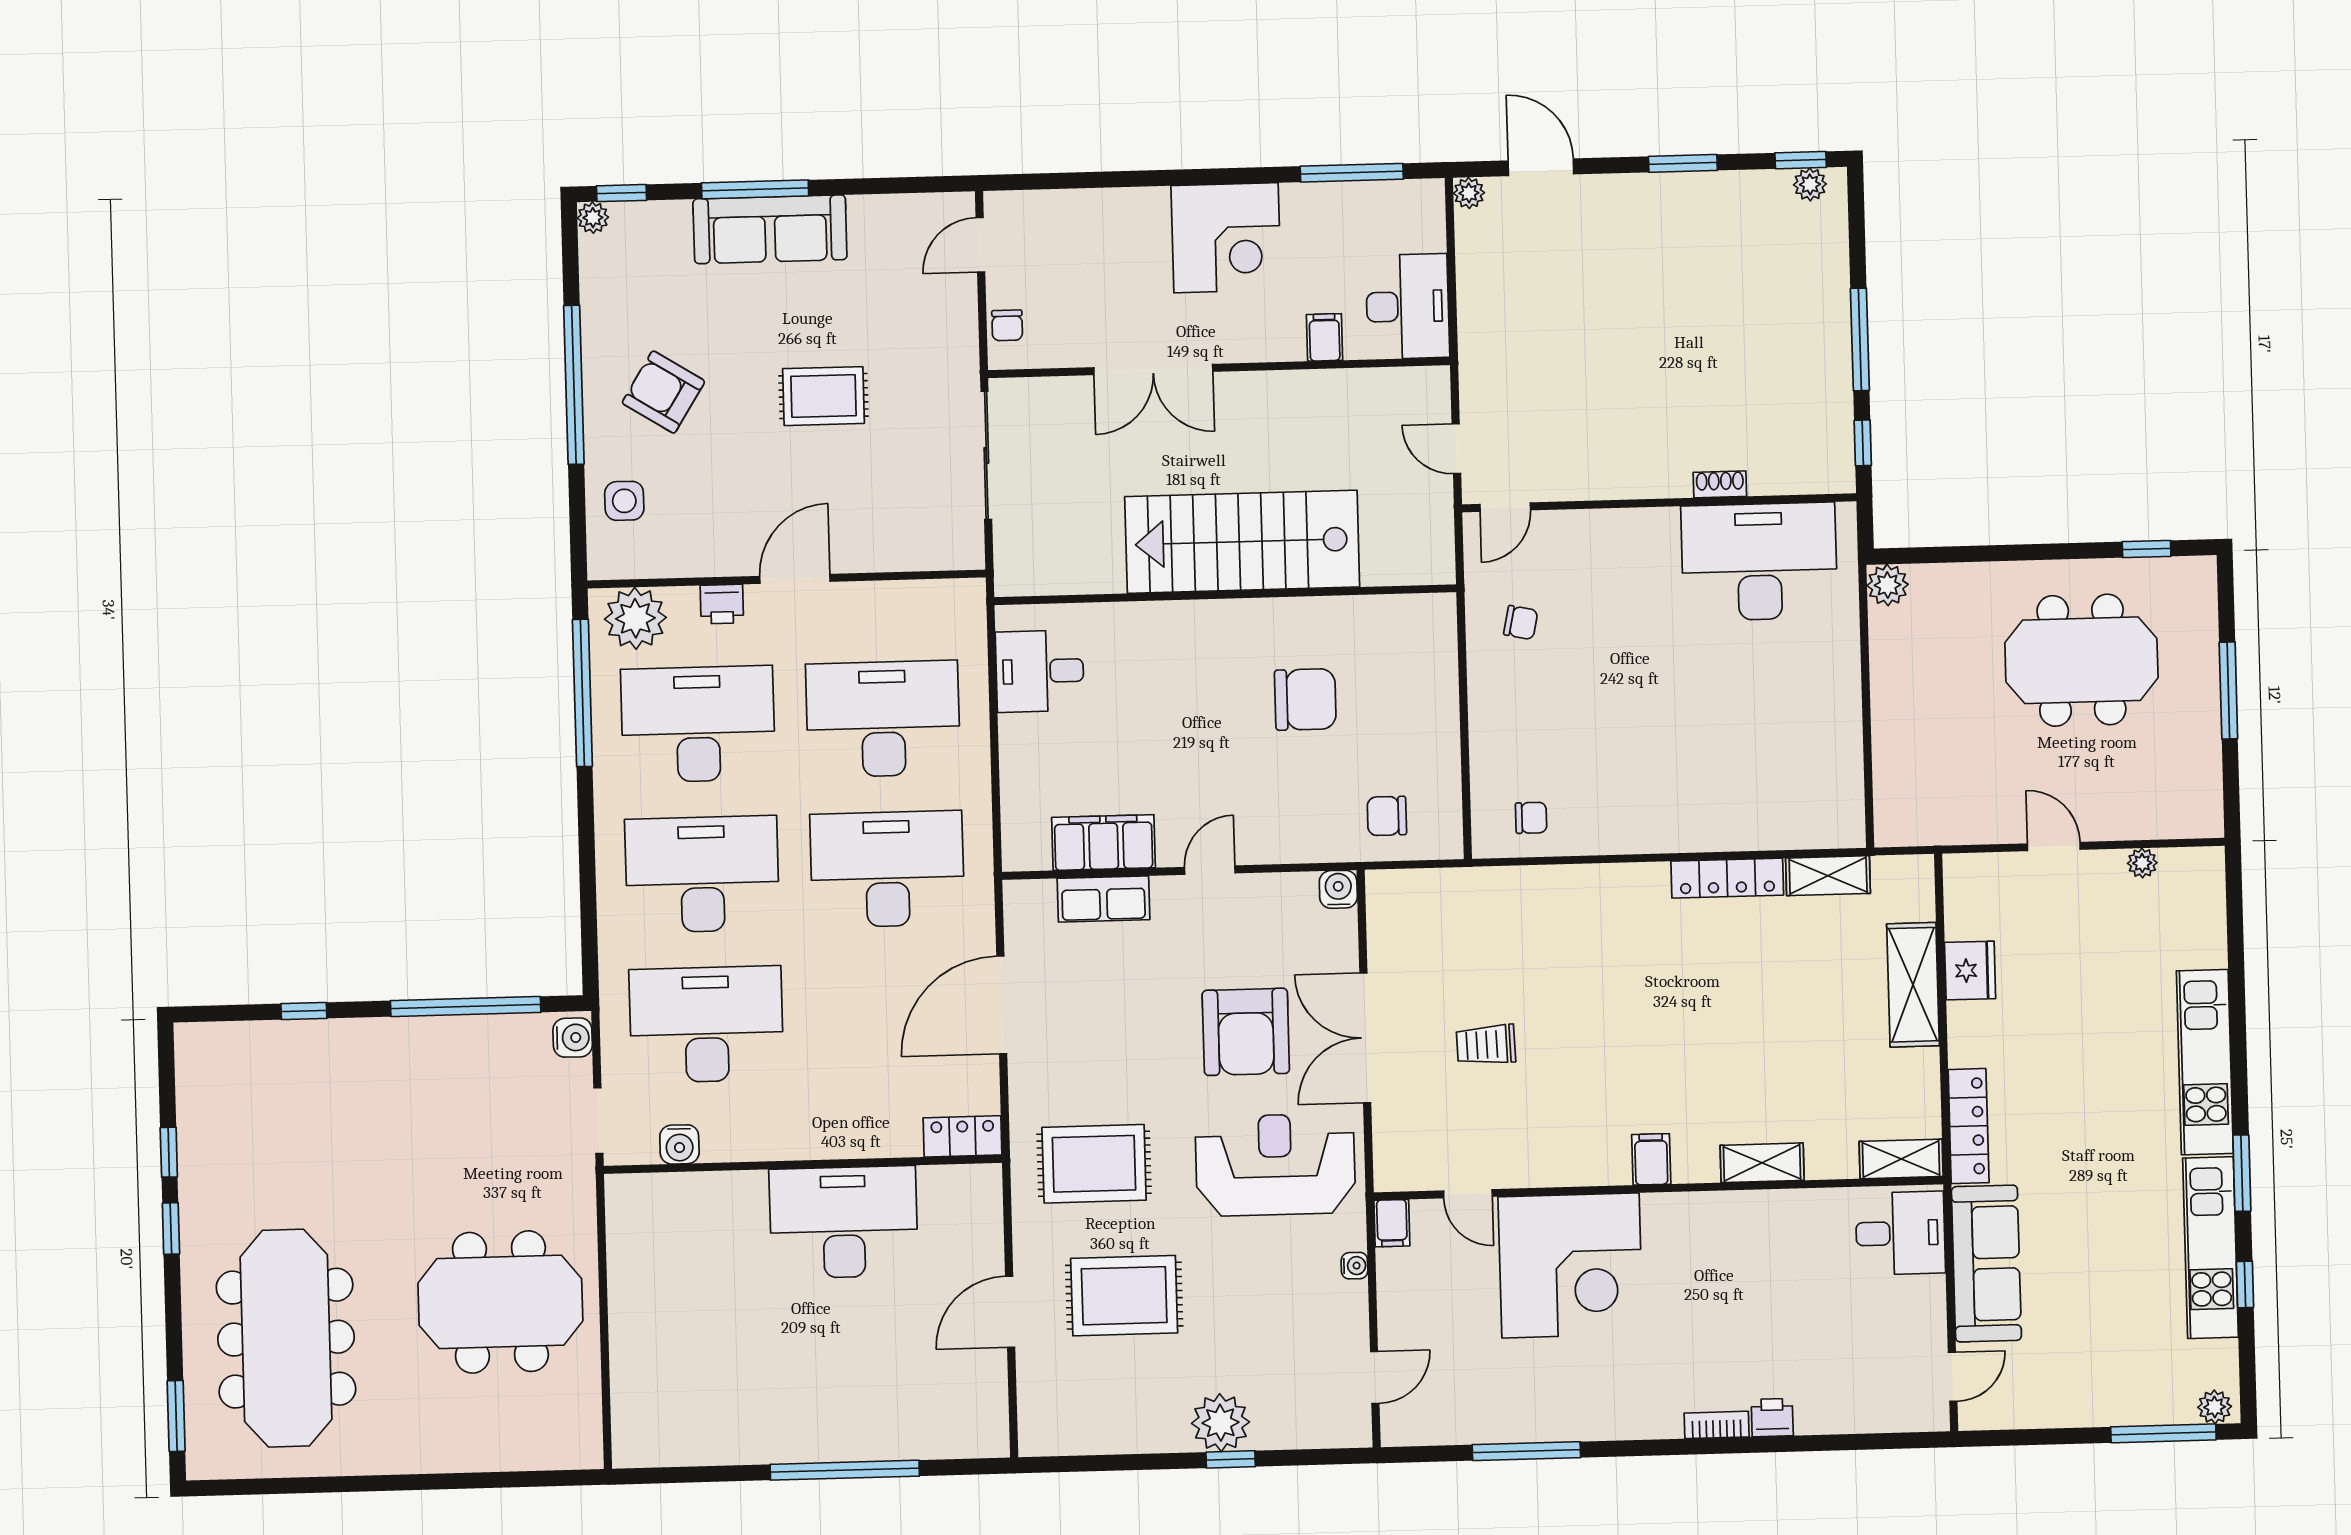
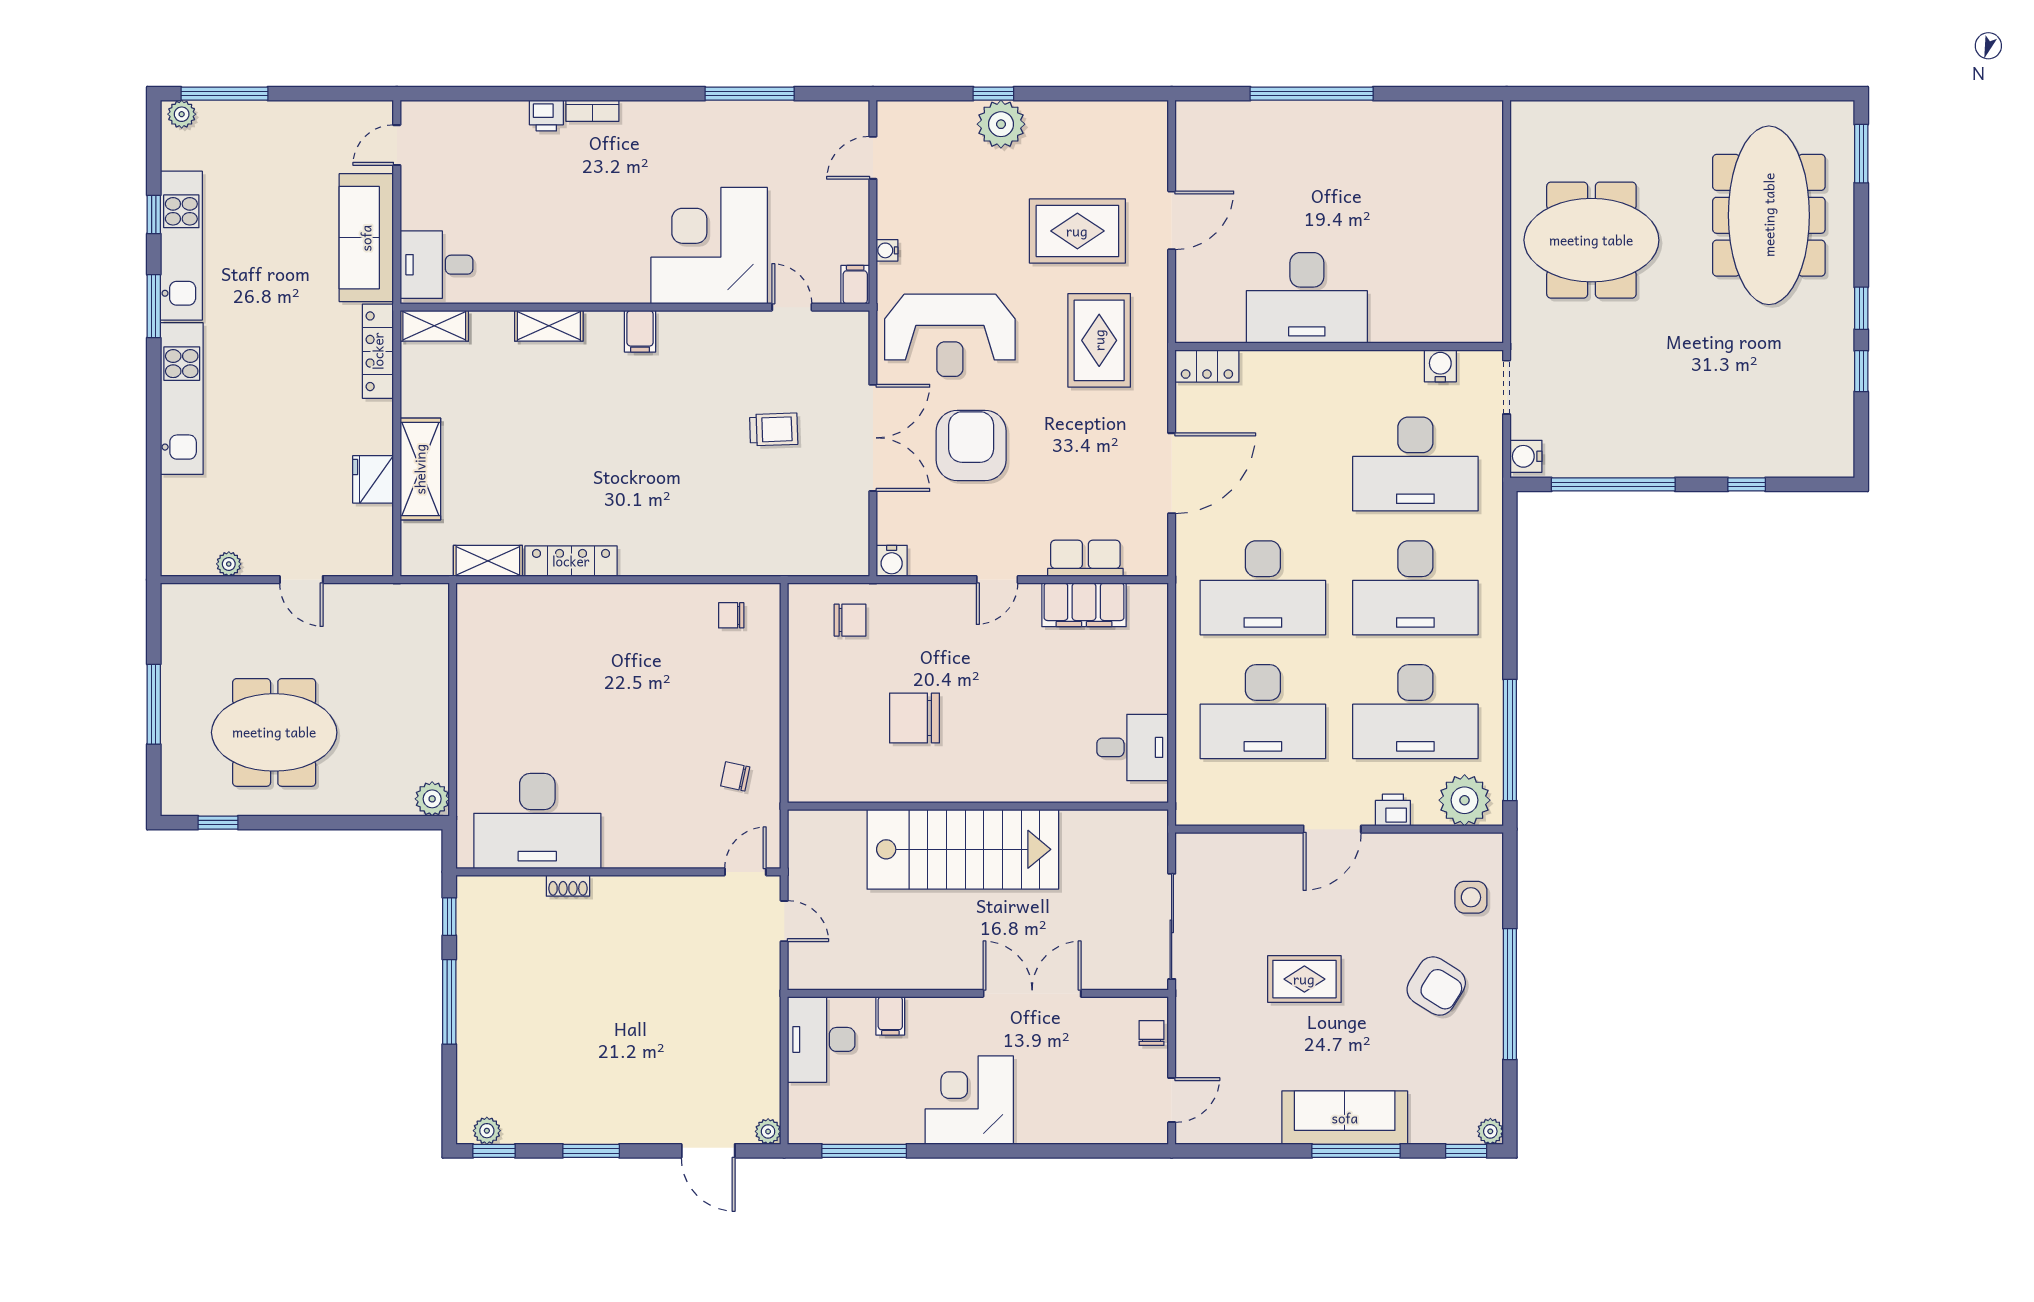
rug: (1094, 1164) -> (1099, 340), turned 90

